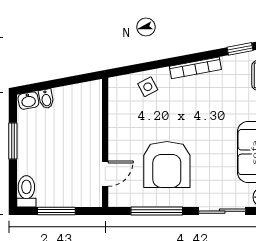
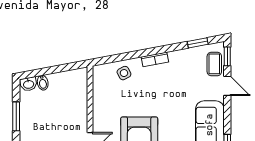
bookcase: (195, 68) -> (155, 59), width x0.64

